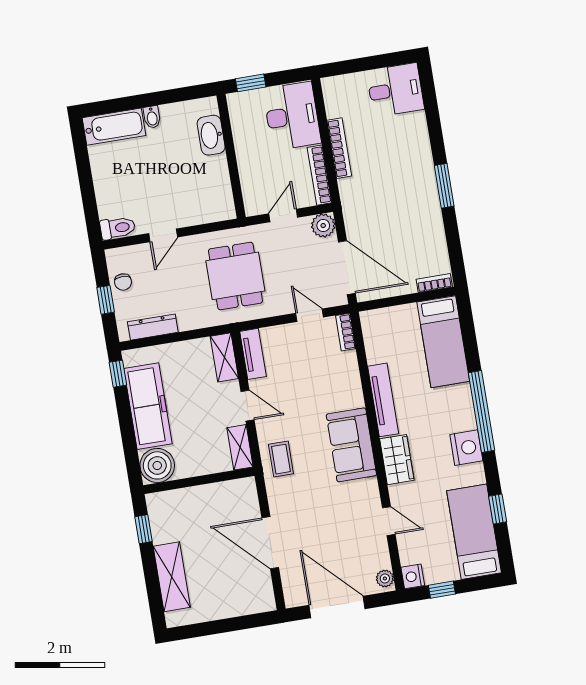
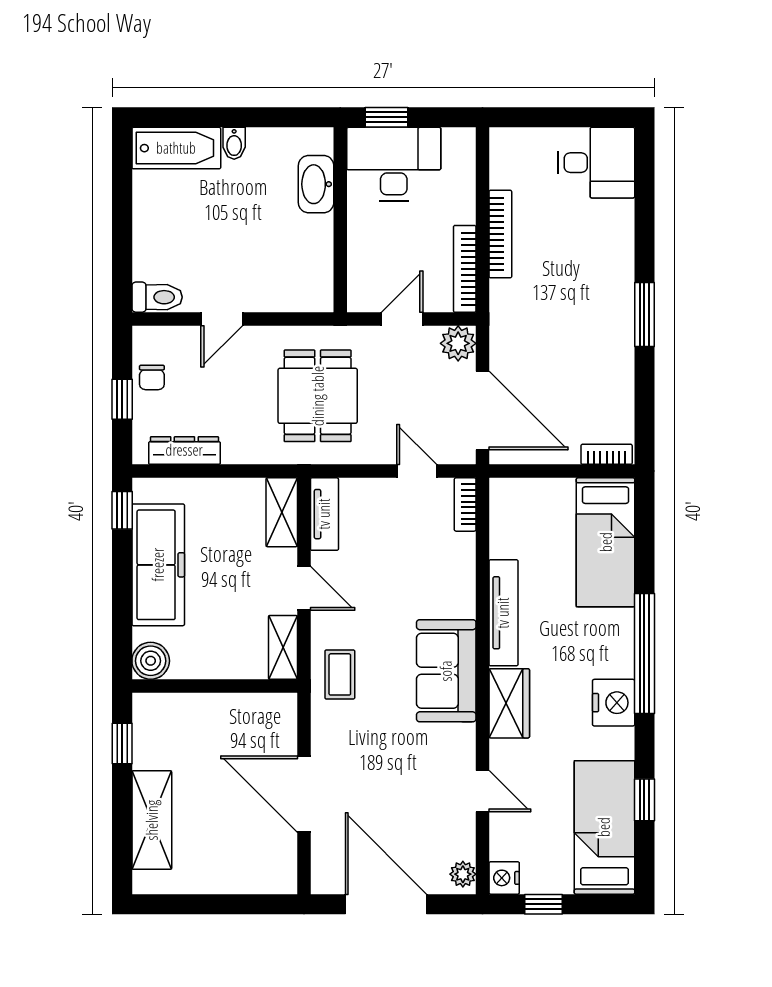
desk: (292, 116) -> (394, 164), moved, turned -90
boiler: (157, 465) -> (151, 661), width x0.73, depth x0.73

